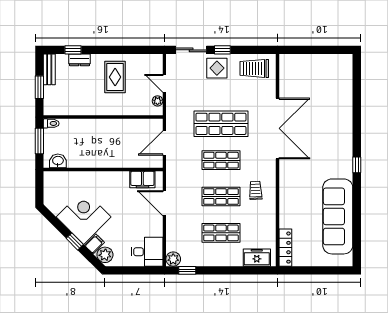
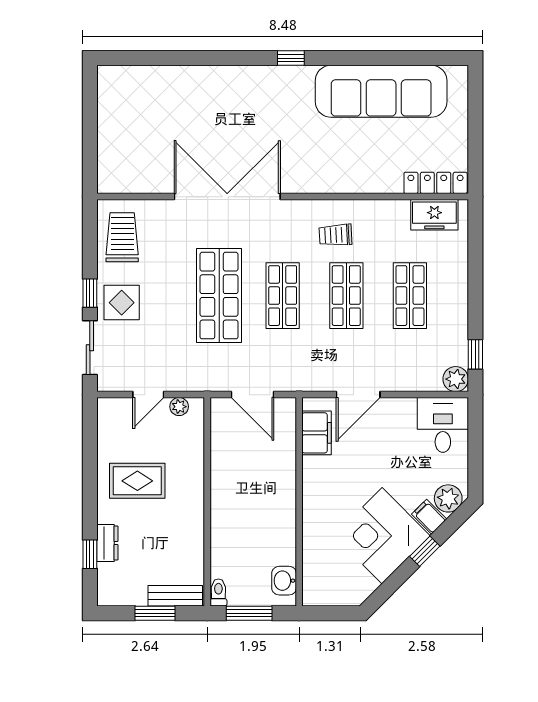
trolley: (254, 68) -> (122, 237), turned 180
bench: (49, 69) -> (175, 596), moved
freezer: (257, 258) -> (434, 215), moved, turned -90

